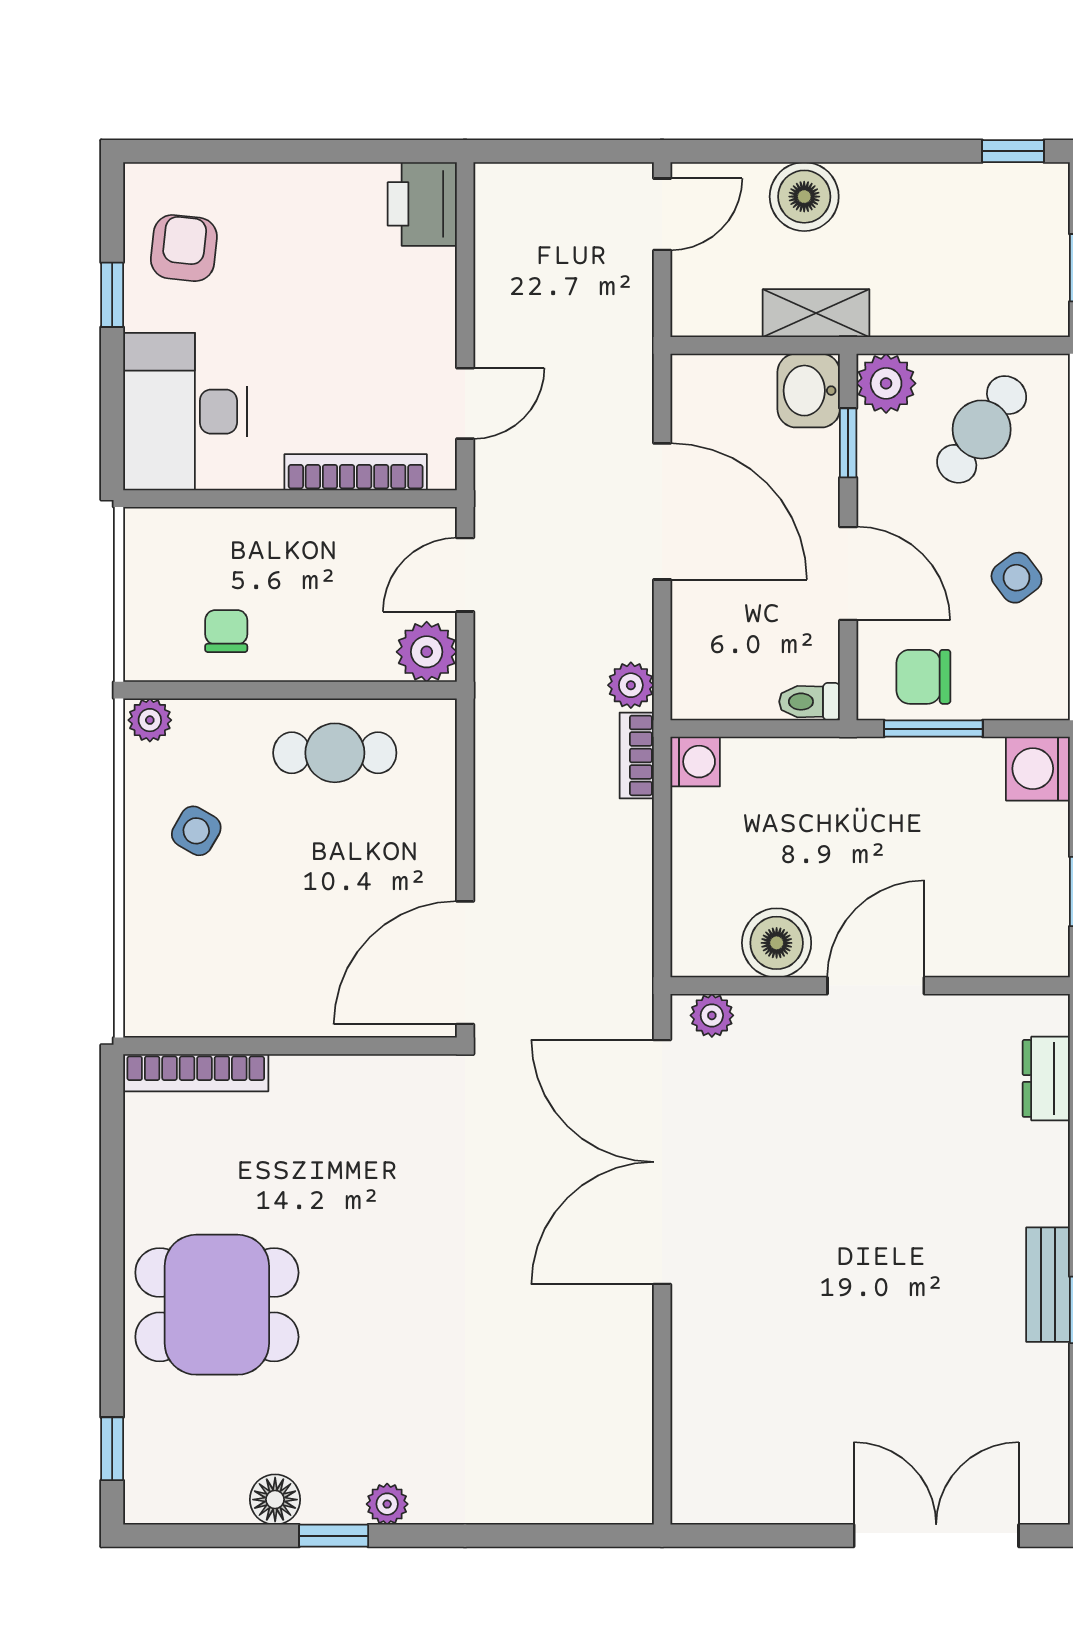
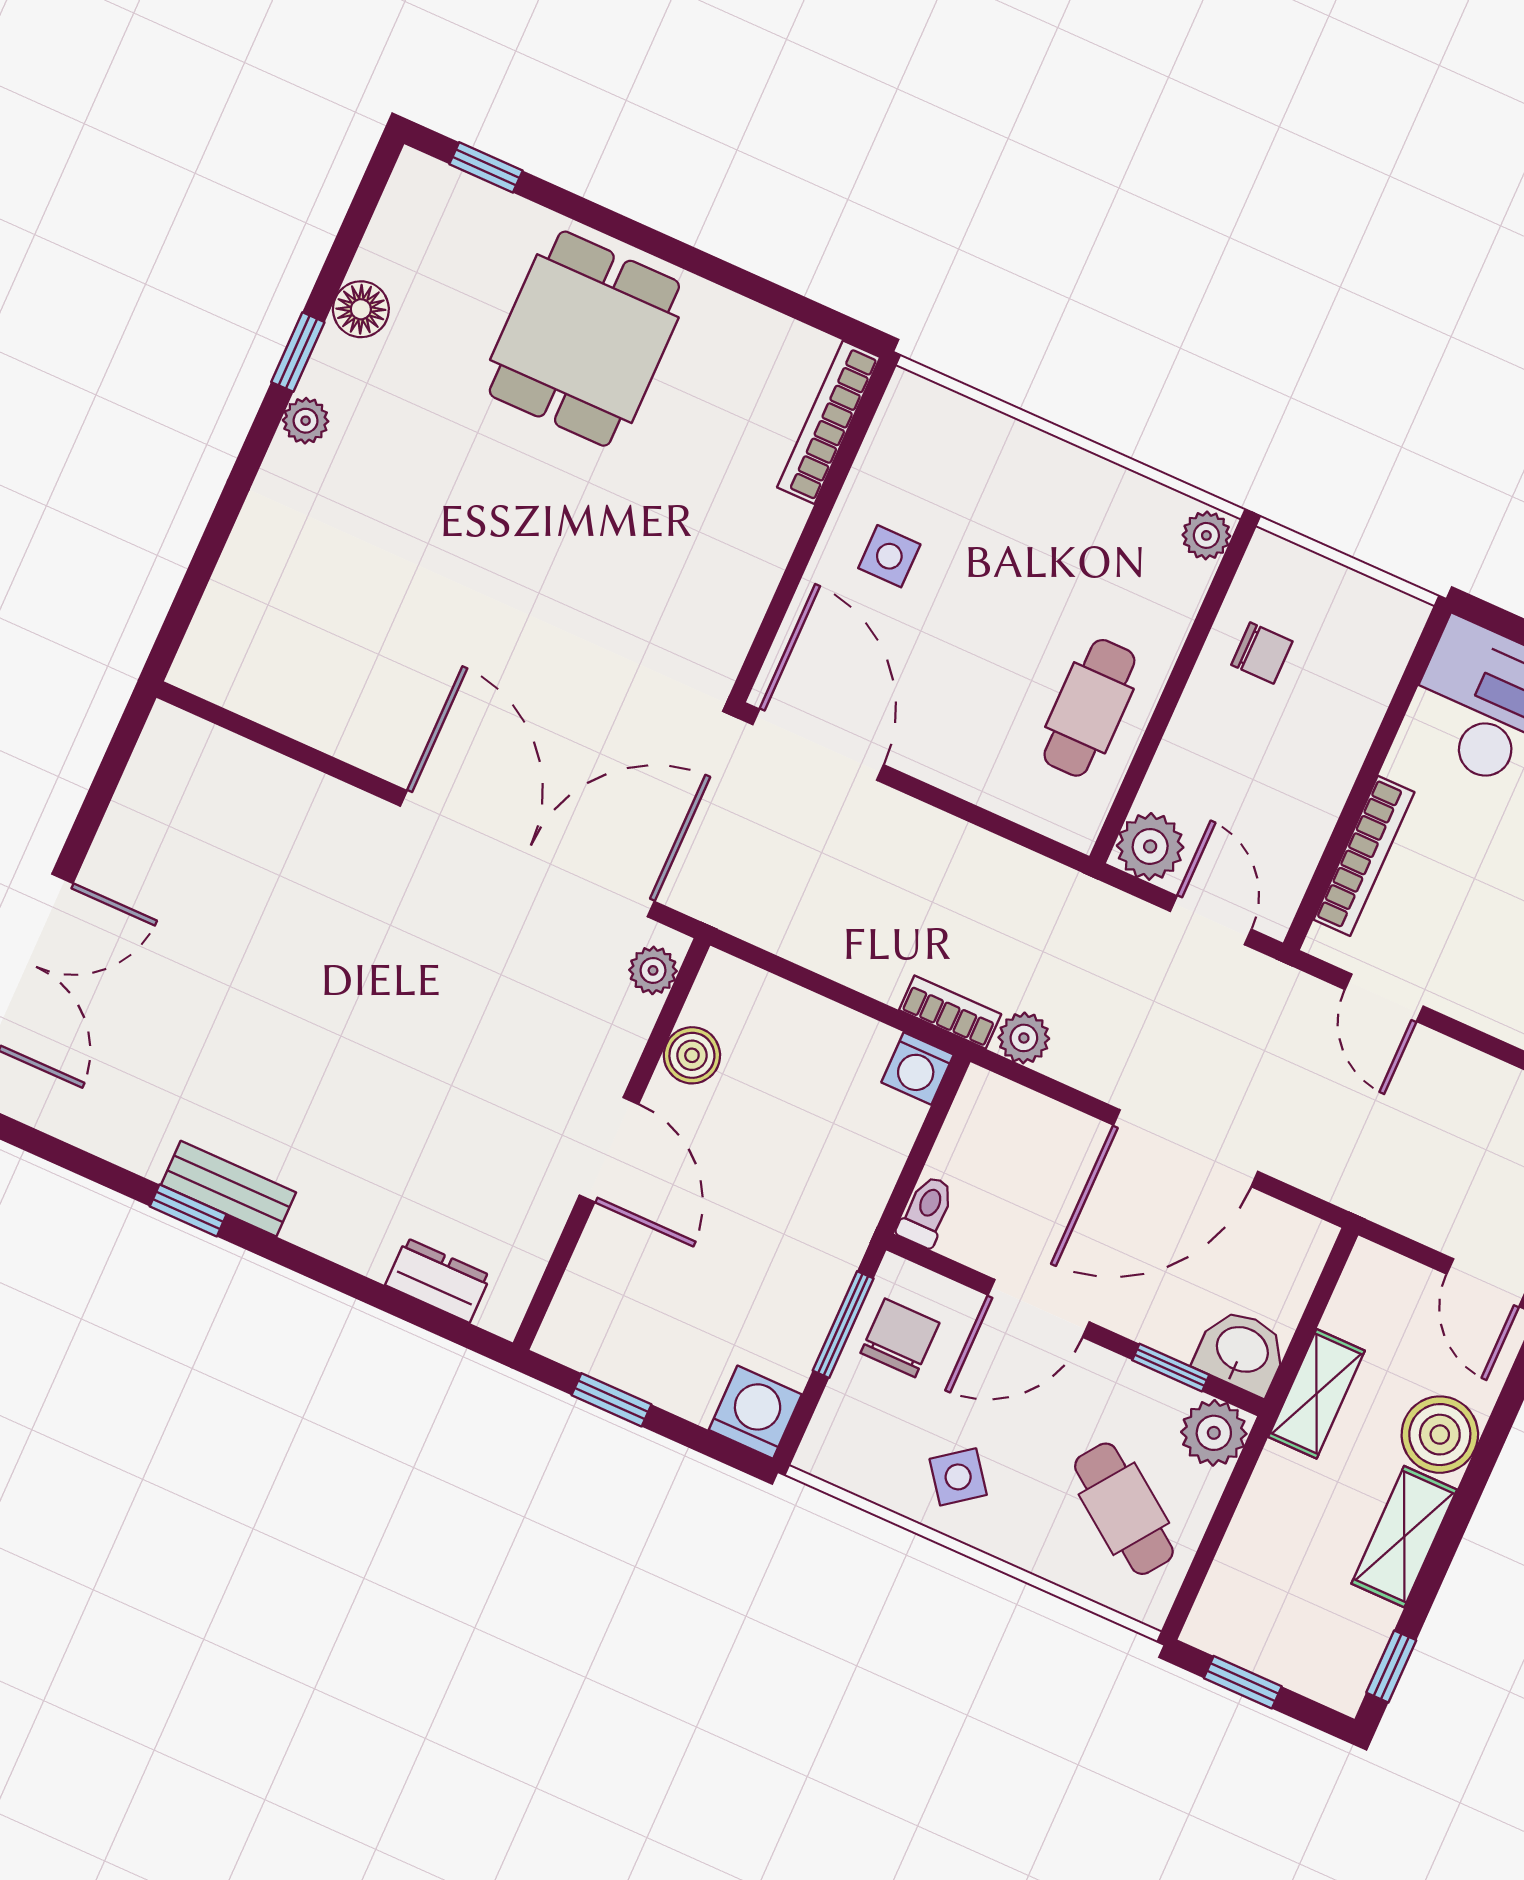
shelving: (901, 188) -> (1404, 1537), added
side table: (196, 831) -> (889, 556), moved, turned -30
boiler: (777, 943) -> (692, 1055), width x0.73, depth x0.73

